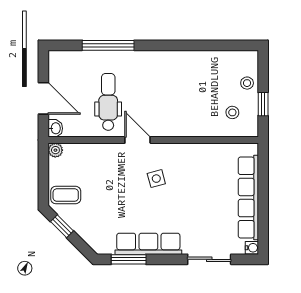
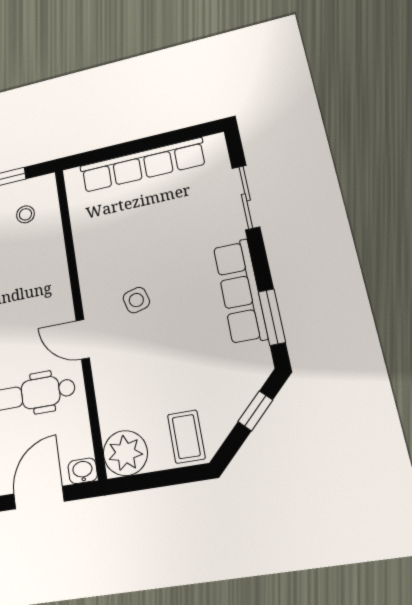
door: (138, 140) -> (83, 339), hinge flipped
plant: (55, 150) -> (125, 453), width x1.87, depth x1.87
window: (62, 226) -> (255, 411), moved
water cooler: (252, 248) -> (216, 143), removed

